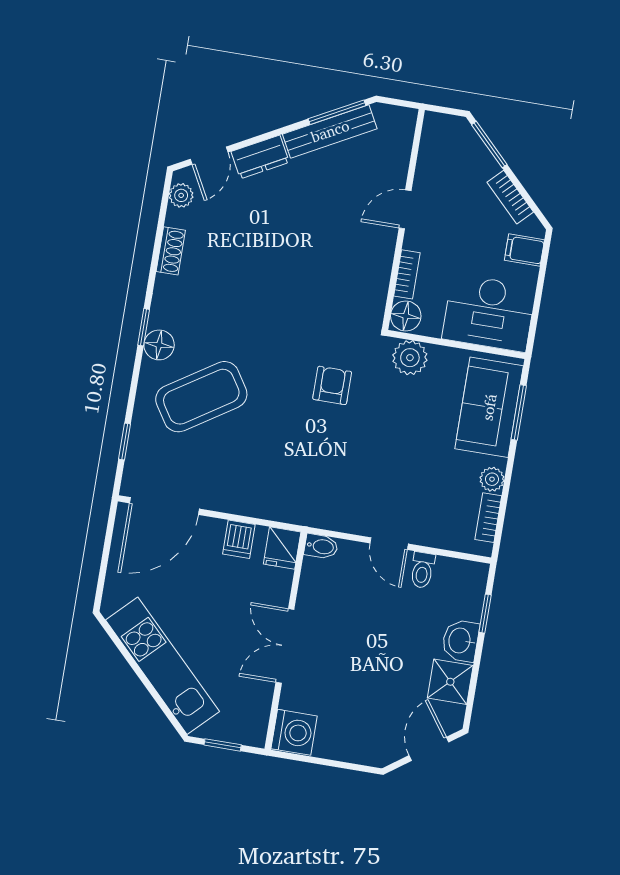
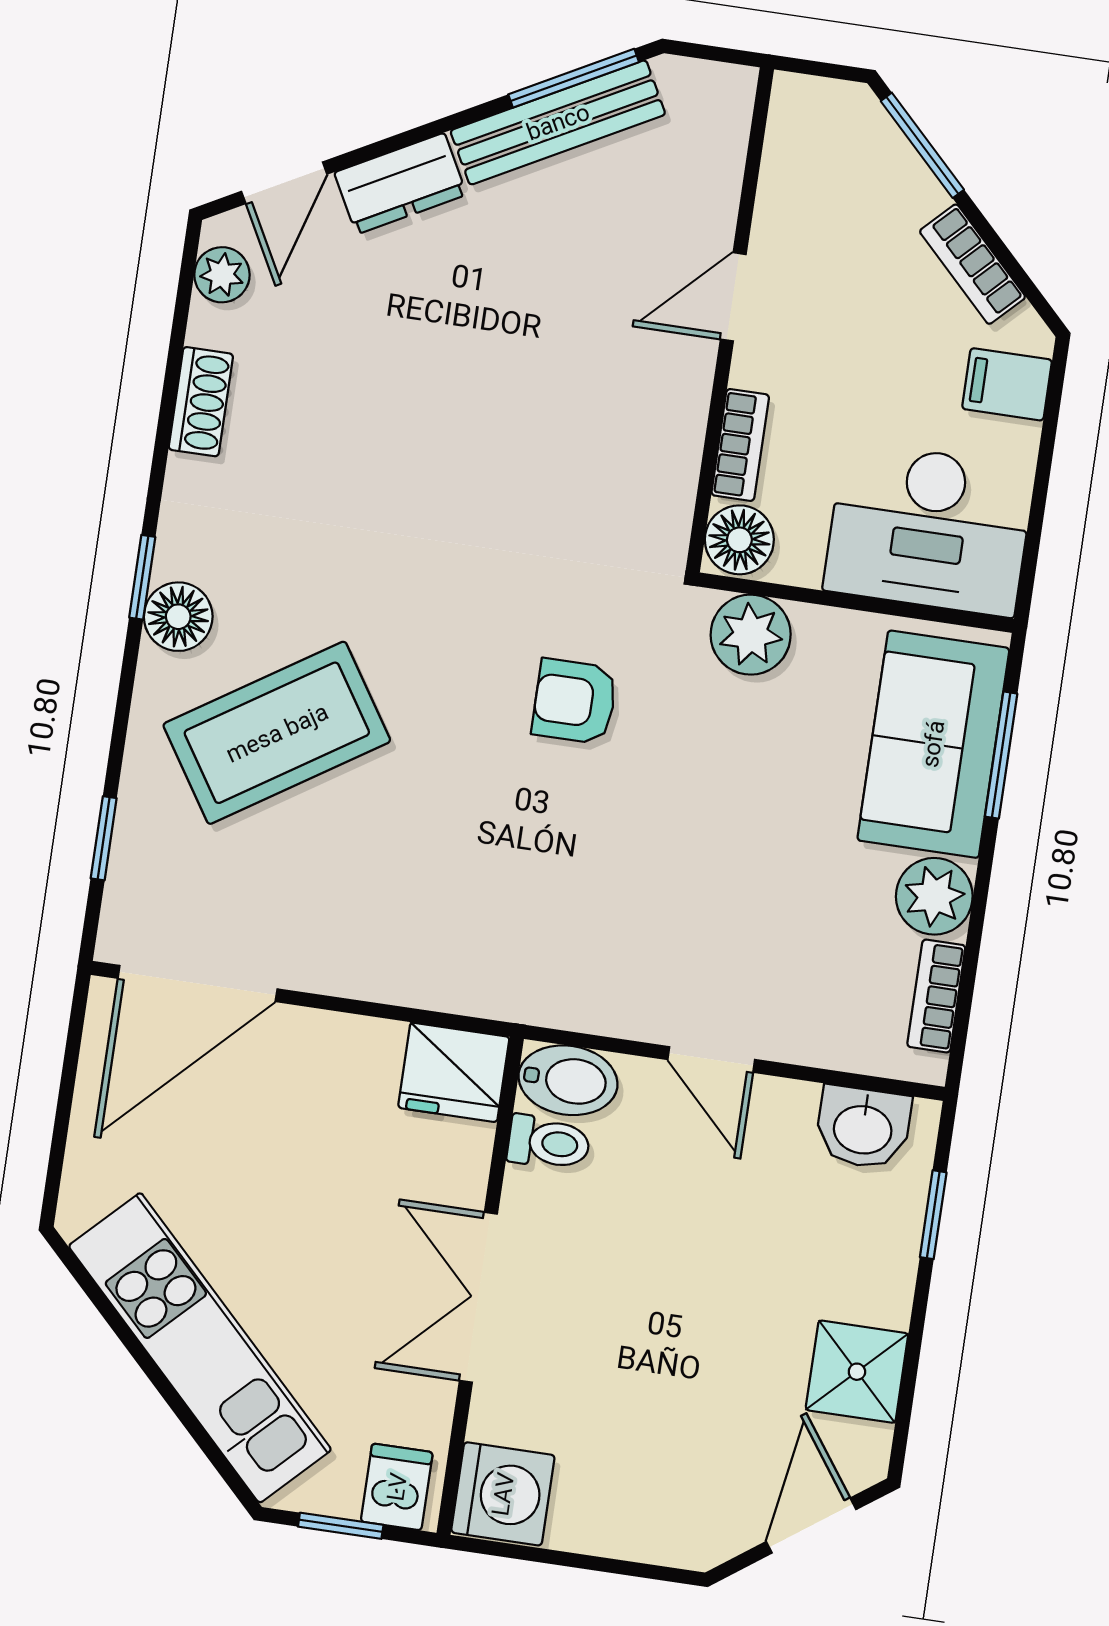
armchair: (332, 385) -> (575, 701), turned -90
plant: (492, 479) -> (934, 896), width x1.38, depth x1.38
dishwasher: (239, 539) -> (397, 1487), moved, turned 180
bidet: (321, 546) -> (568, 1080), width x1.38, depth x1.36
fridge: (282, 548) -> (454, 1072), width x1.38
toilet: (422, 570) -> (549, 1143), moved, turned -90
washbasin: (460, 641) -> (863, 1128), moved, turned -90

